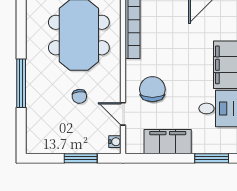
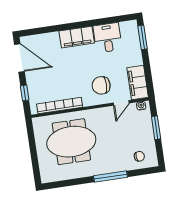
chair: (79, 96) -> (139, 156), moved
filing cabinet: (168, 142) -> (138, 82), moved

